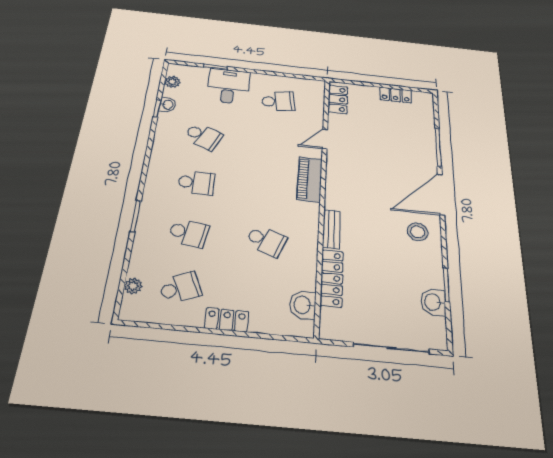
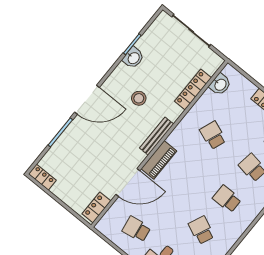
locker: (396, 95) -> (42, 177), moved
door: (325, 139) -> (128, 182), width x1.87
bench: (331, 229) -> (157, 136), moved, width x1.36
stool: (418, 232) -> (139, 98), moved
washbasin: (433, 302) -> (133, 58), moved

